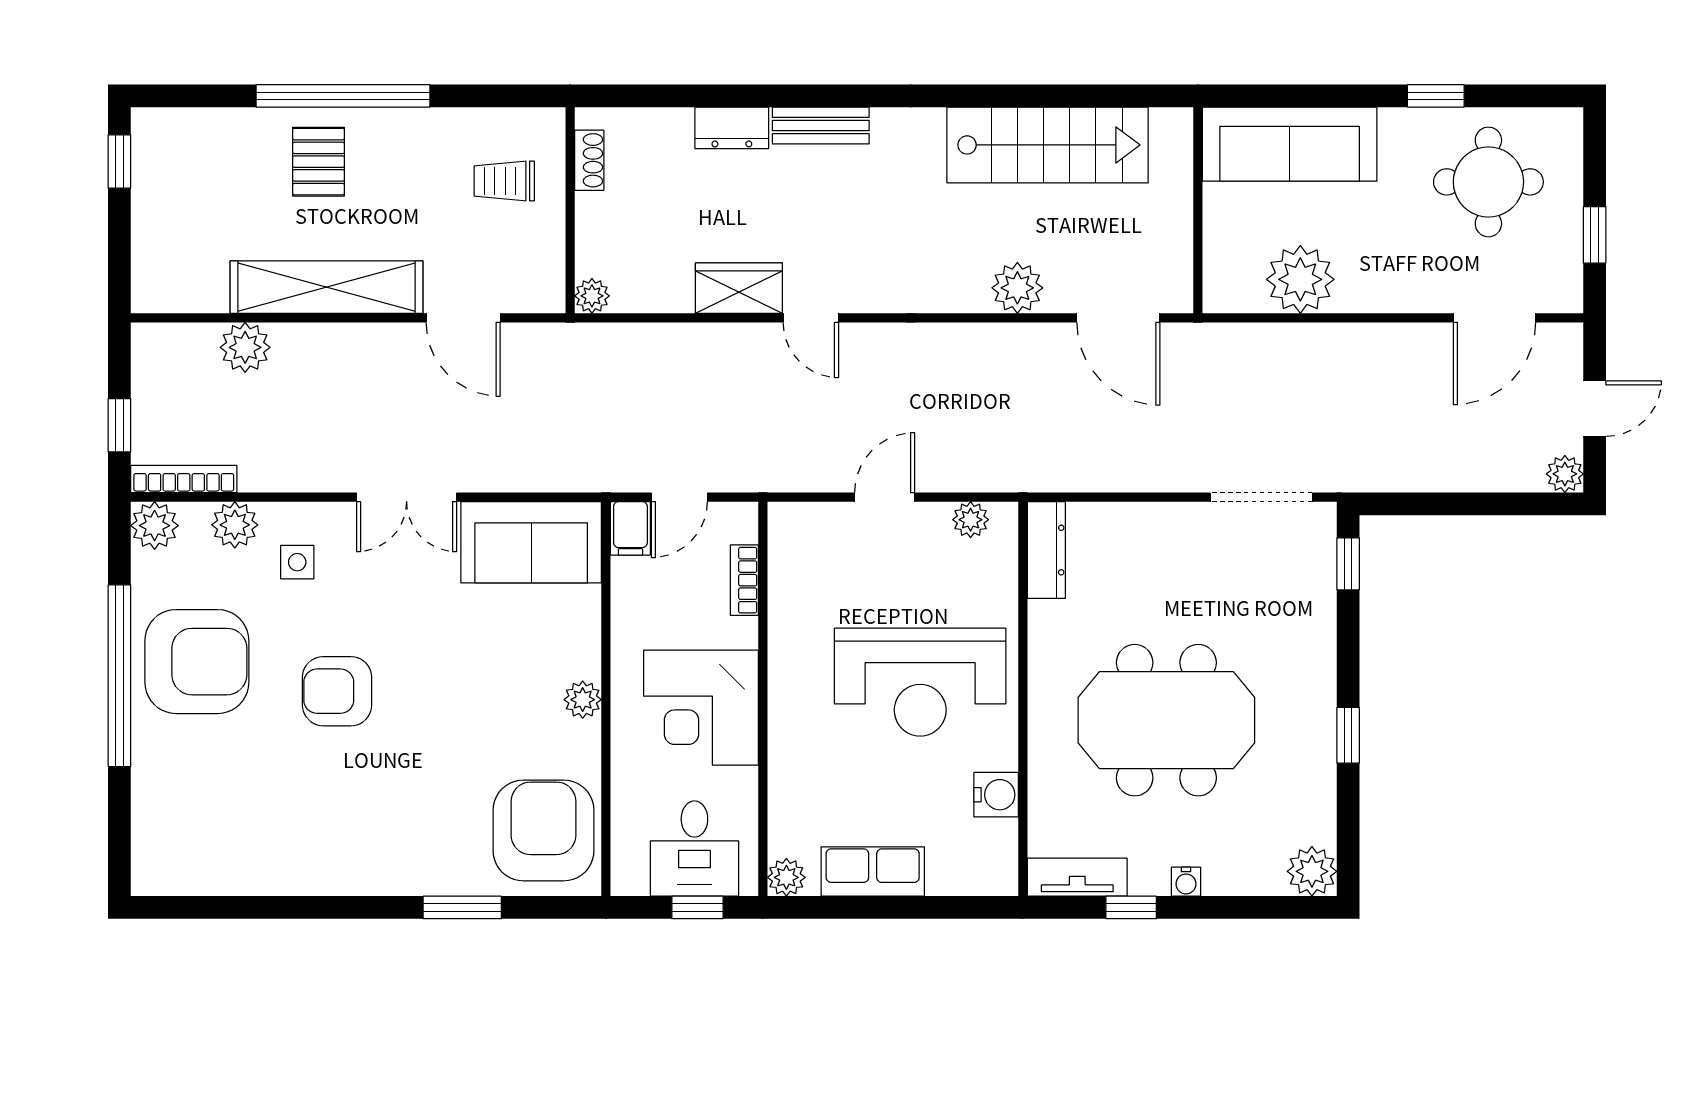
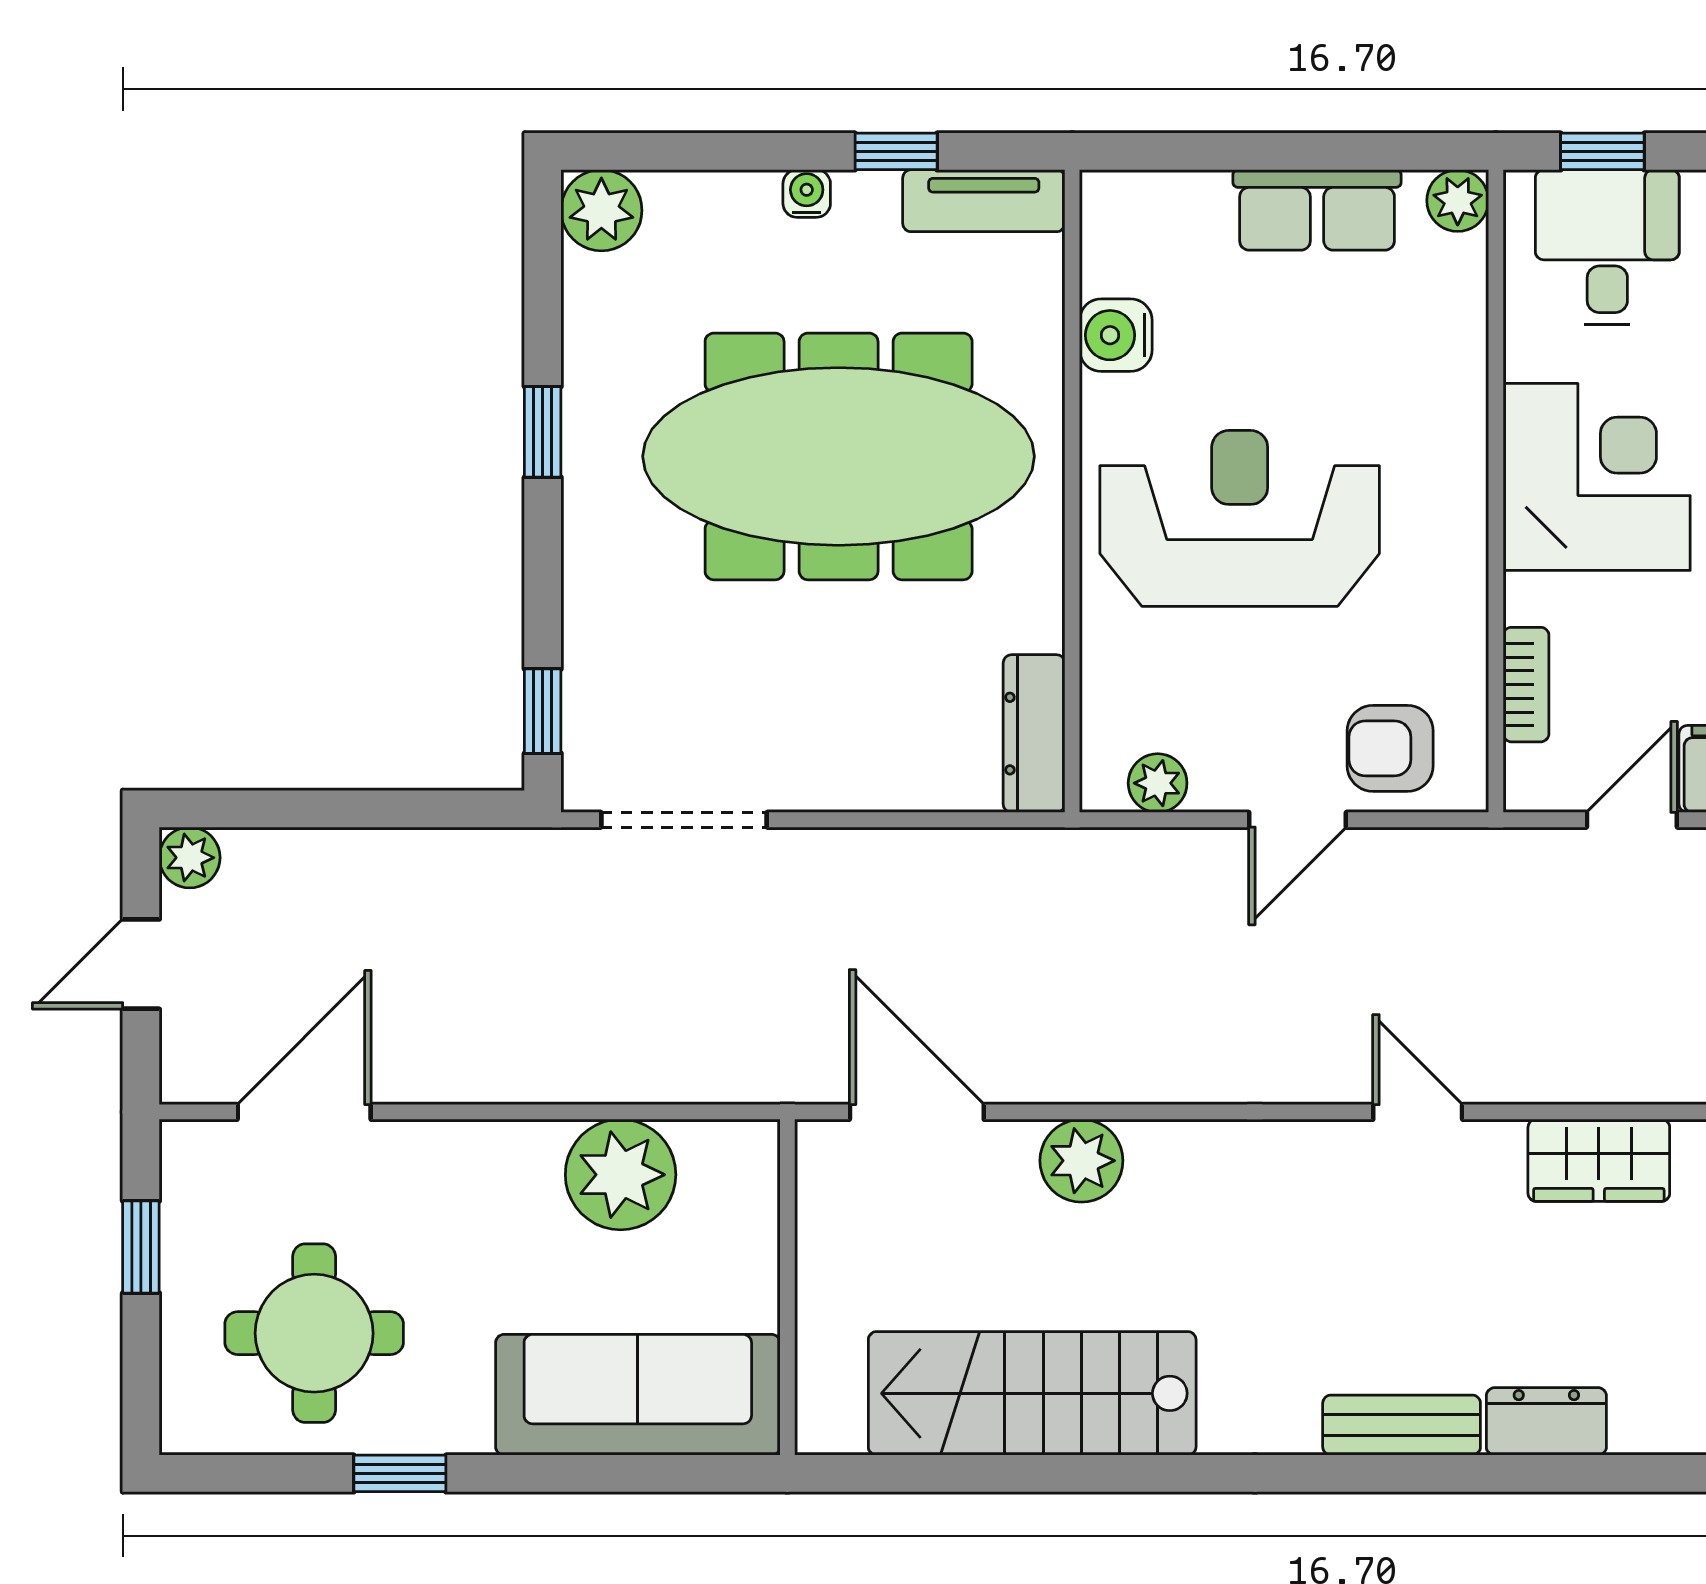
wardrobe: (739, 288) -> (1599, 1160), moved
armchair: (828, 541) -> (1390, 748), added
meeting table: (1166, 720) -> (839, 456), width x1.36

